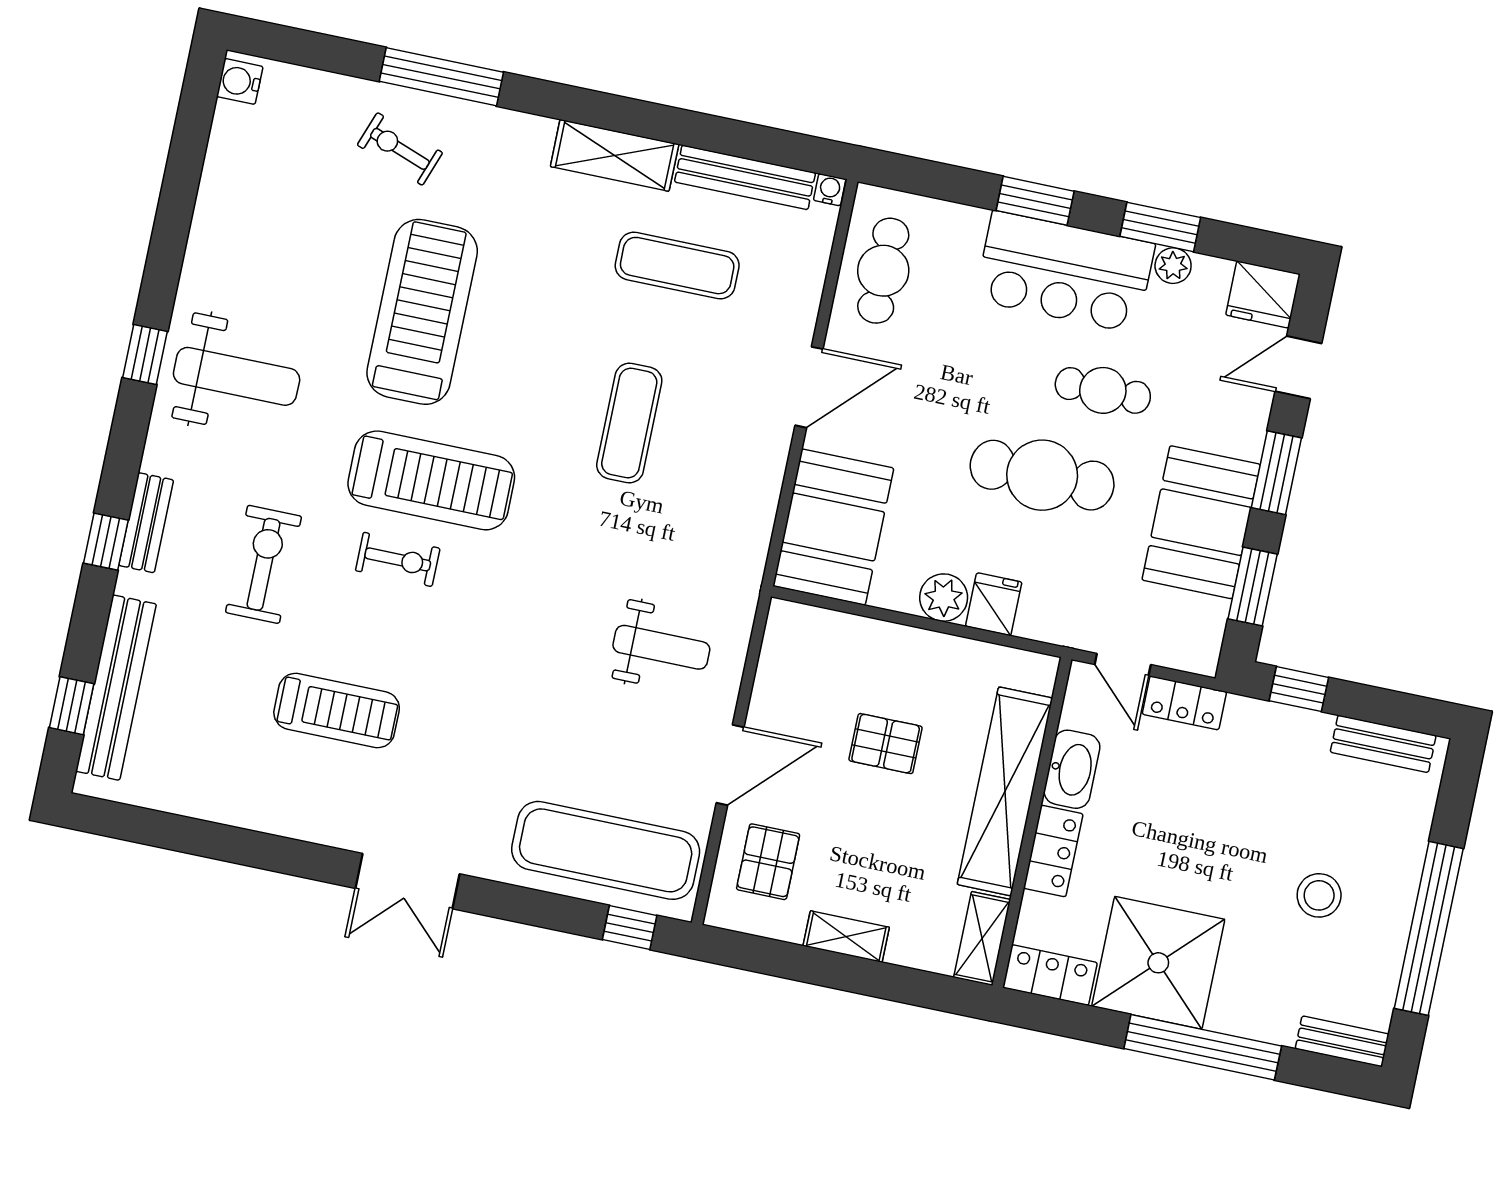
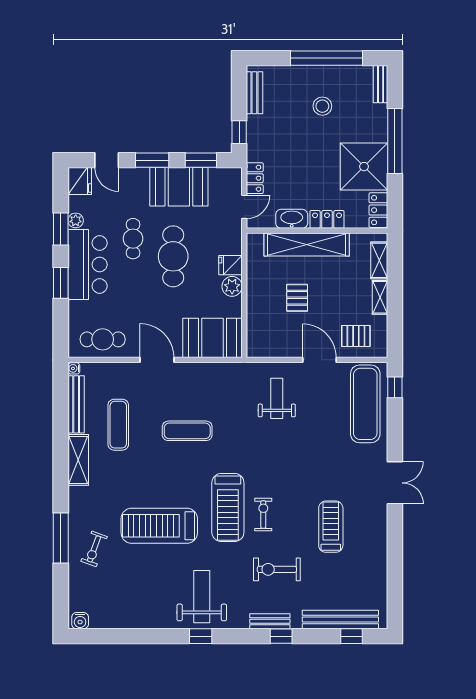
treadmill: (431, 480) -> (228, 507), turned 180
shelving: (982, 938) -> (379, 260), moved, turned 90

